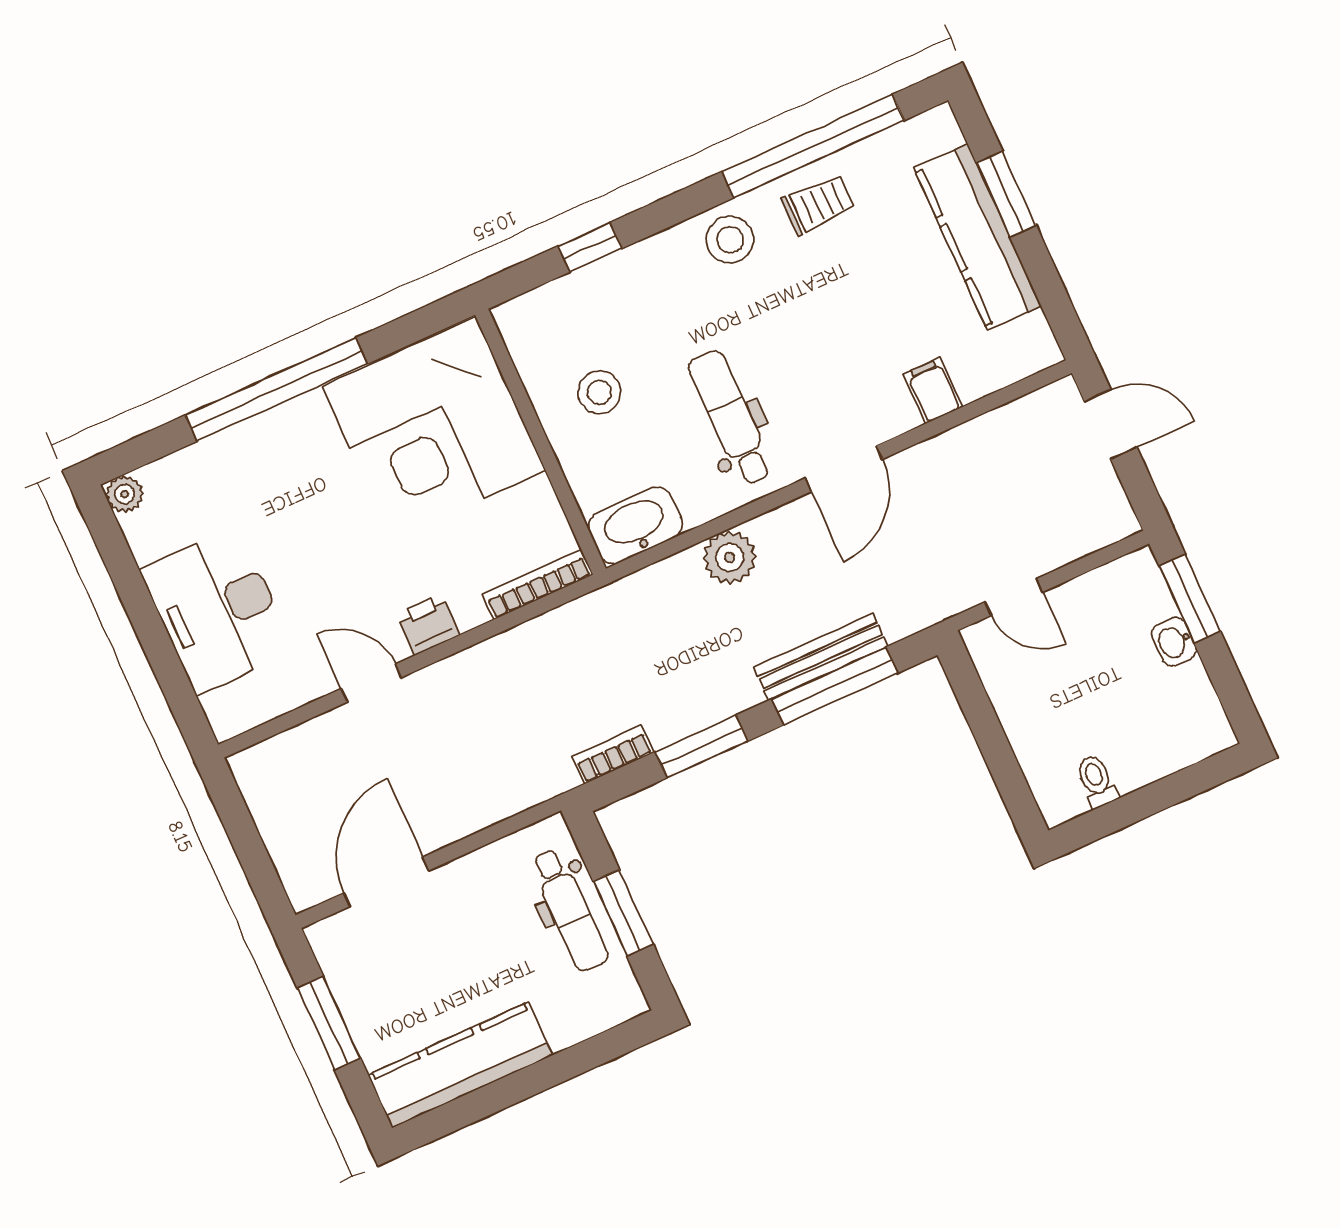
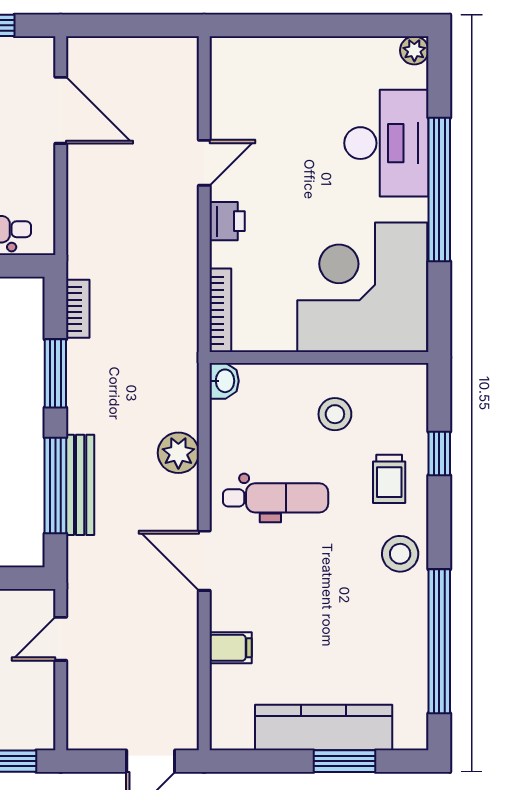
trolley: (818, 204) -> (389, 479), moved
washbasin: (635, 525) -> (224, 381), width x0.52, depth x0.69
desk: (217, 610) -> (386, 143), moved, turned 90

